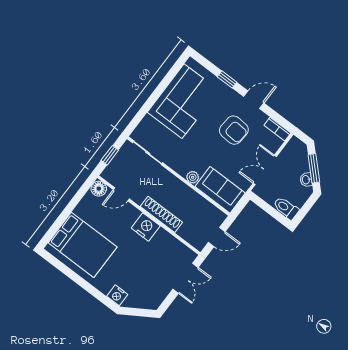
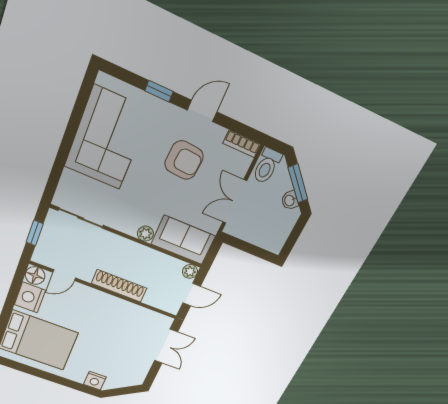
toilet: (286, 208) -> (267, 166), moved, turned -90
plant: (220, 217) -> (190, 271), added
nightstand: (146, 227) -> (30, 297), moved, turned -90

